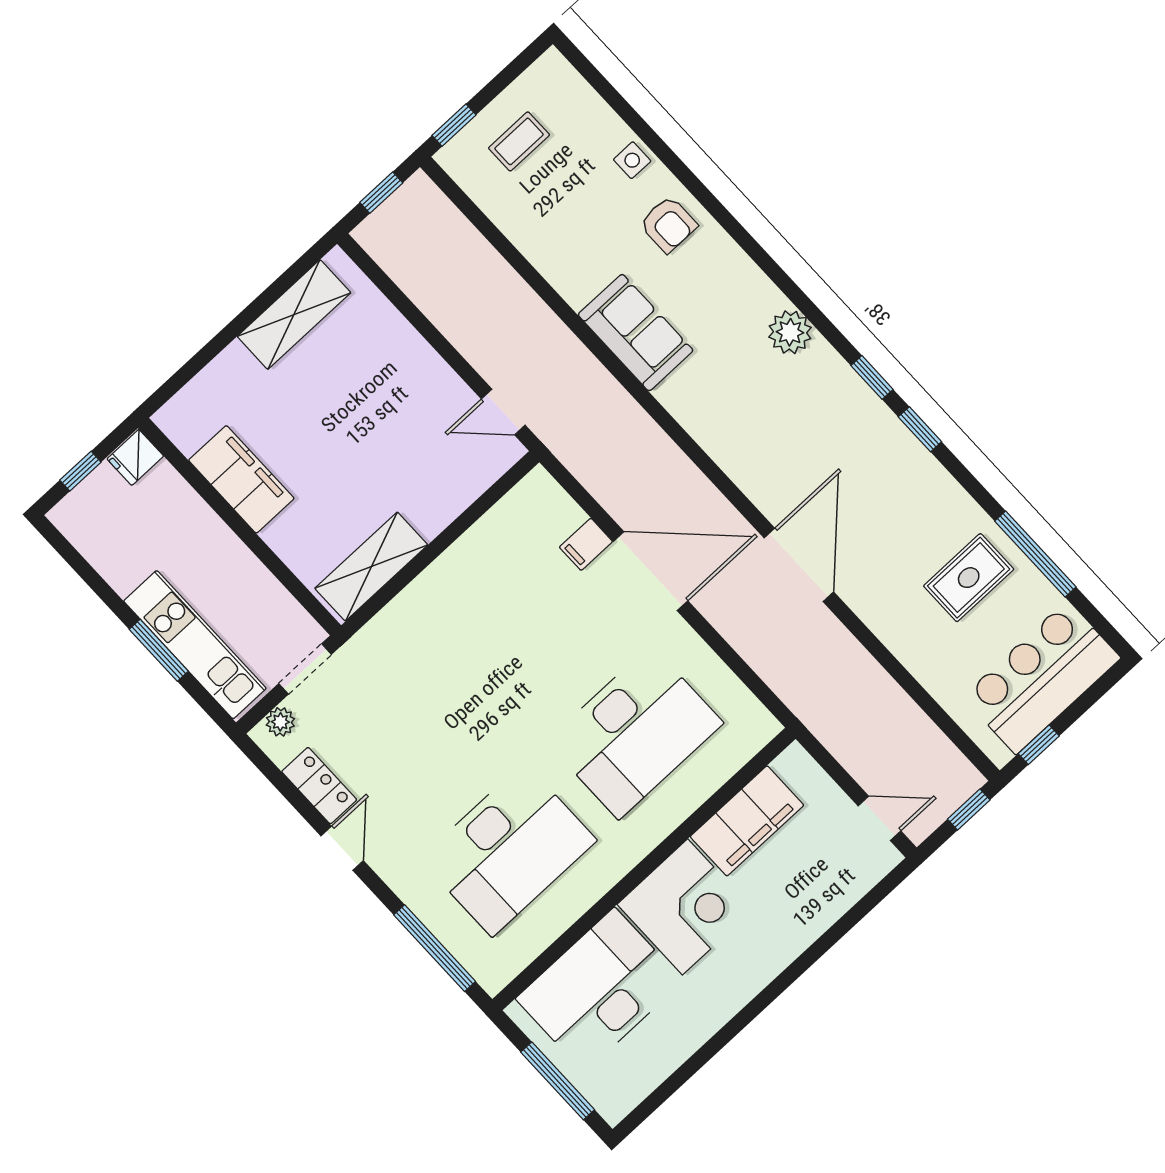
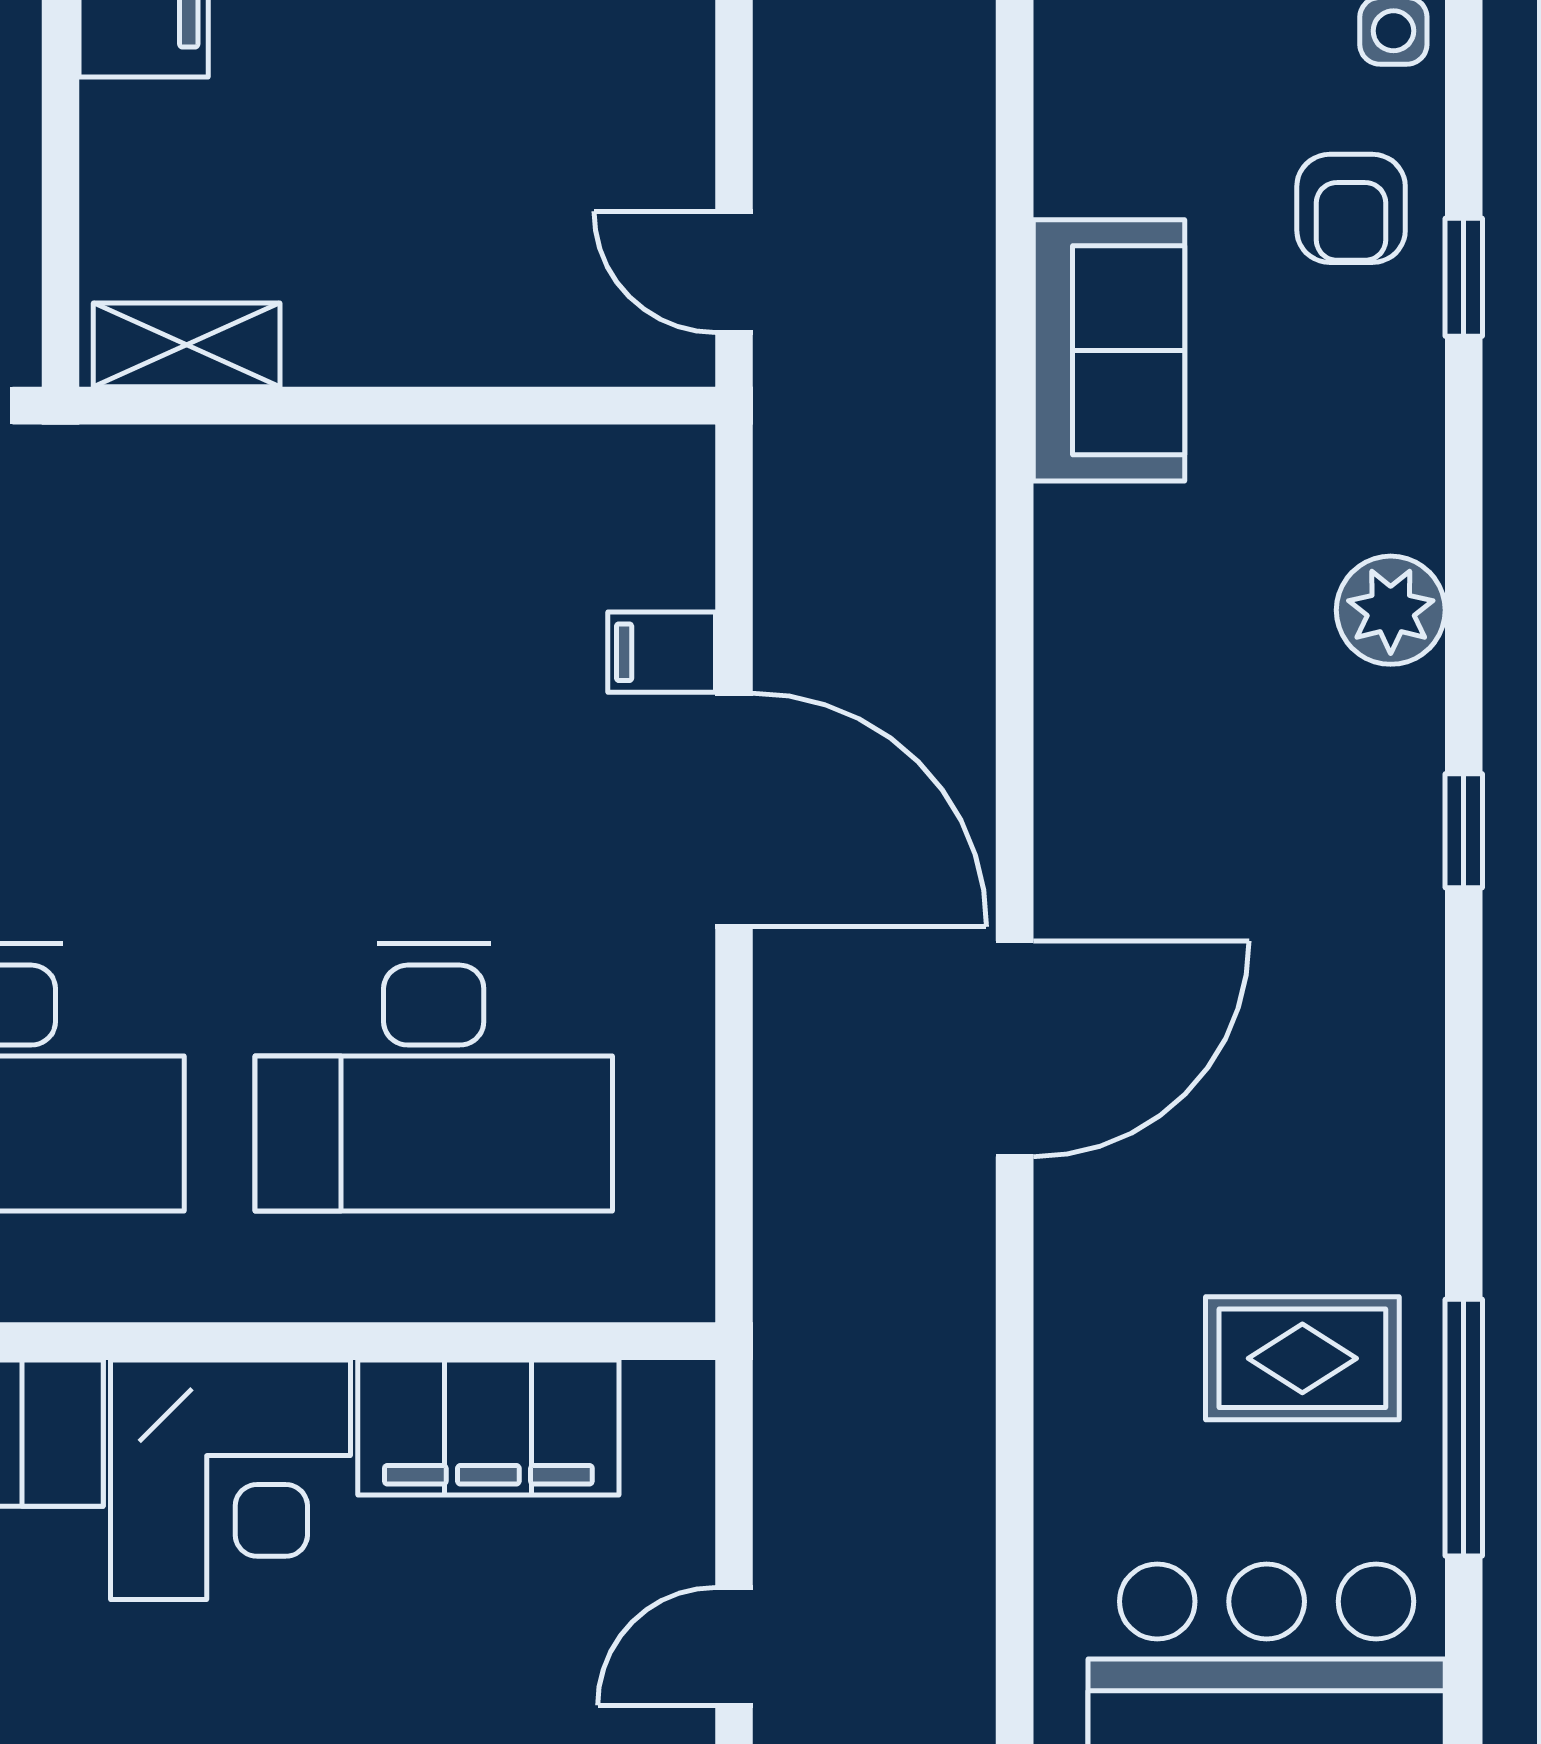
window: (920, 429) -> (1464, 277), moved
shelving: (371, 567) -> (187, 345), width x0.67, depth x0.75
door: (880, 818) -> (734, 1647), swing flipped

